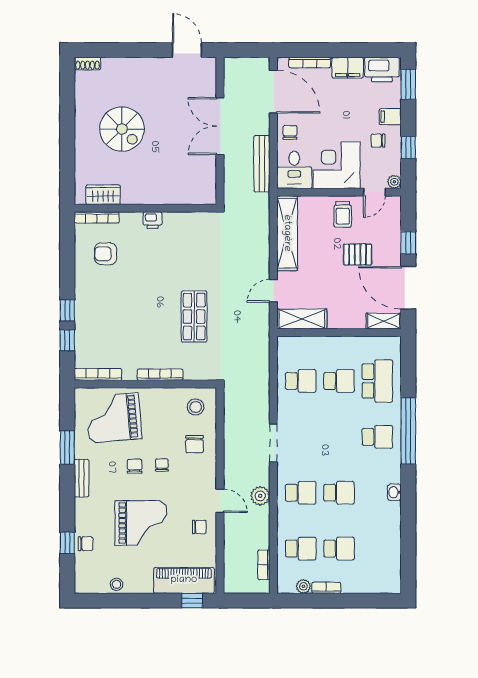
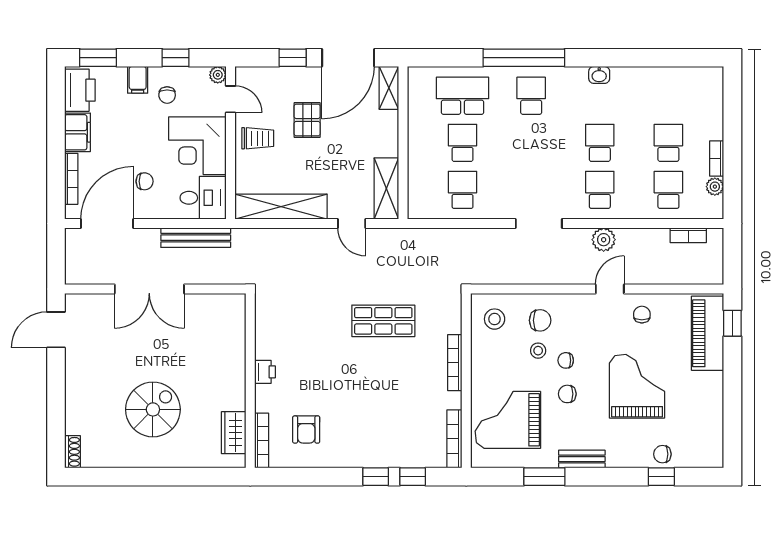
chair: (290, 132) -> (145, 181), moved, turned 180
grand piano: (114, 418) -> (508, 420), turned 95
chair: (86, 544) -> (662, 454), turned -90
stool: (117, 584) -> (538, 351), moved

